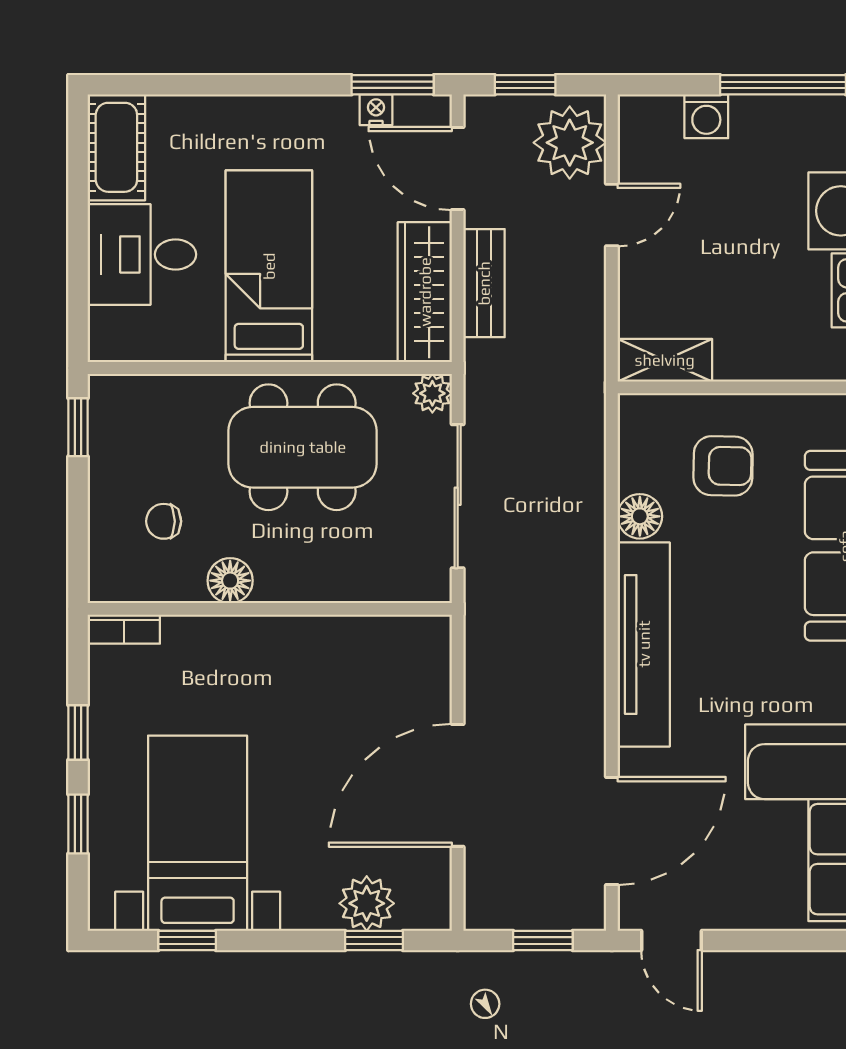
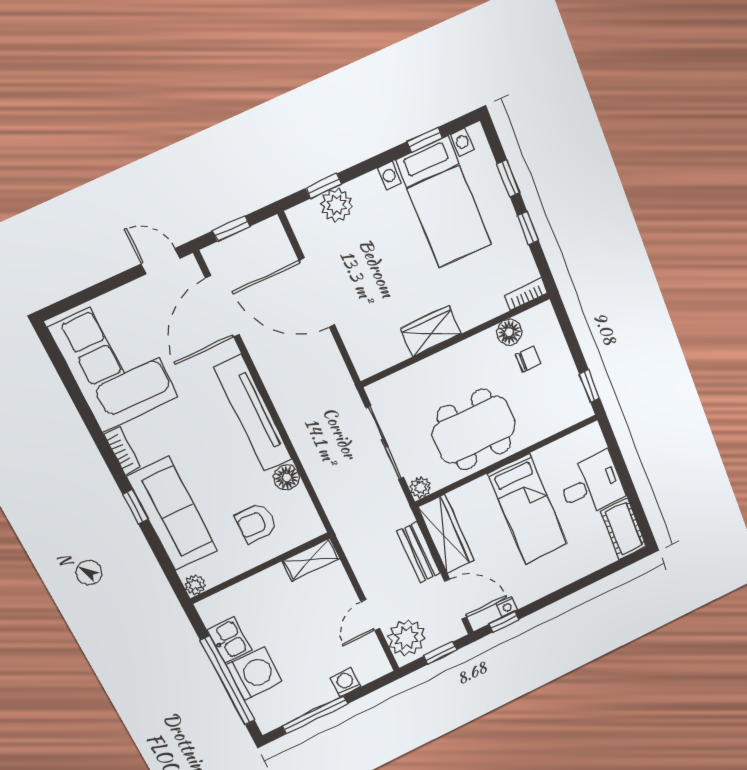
window: (393, 85) -> (504, 622), width x0.67
floor lamp: (230, 581) -> (509, 332), moved
wardrobe: (305, 642) -> (431, 331), added
door: (458, 785) -> (317, 293), swing flipped

